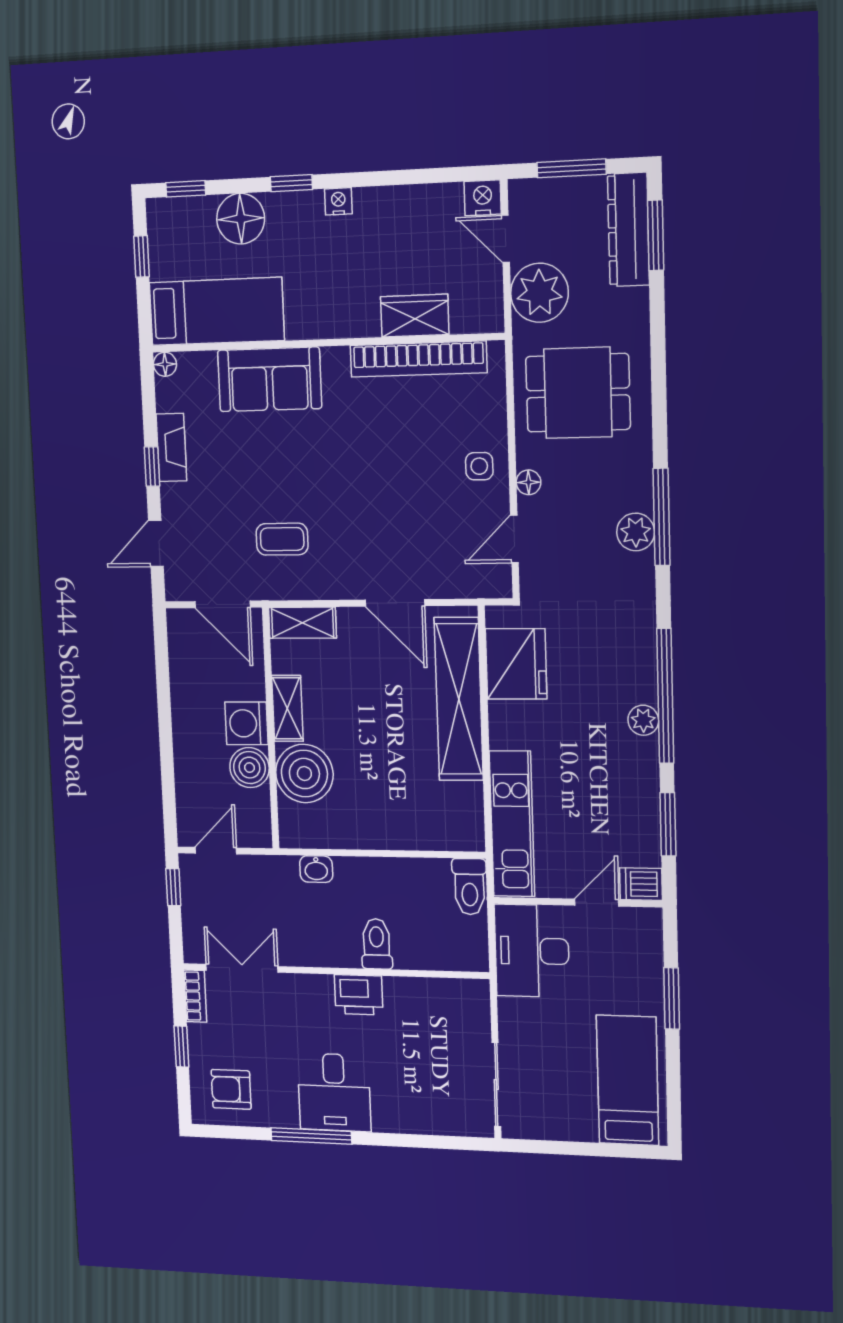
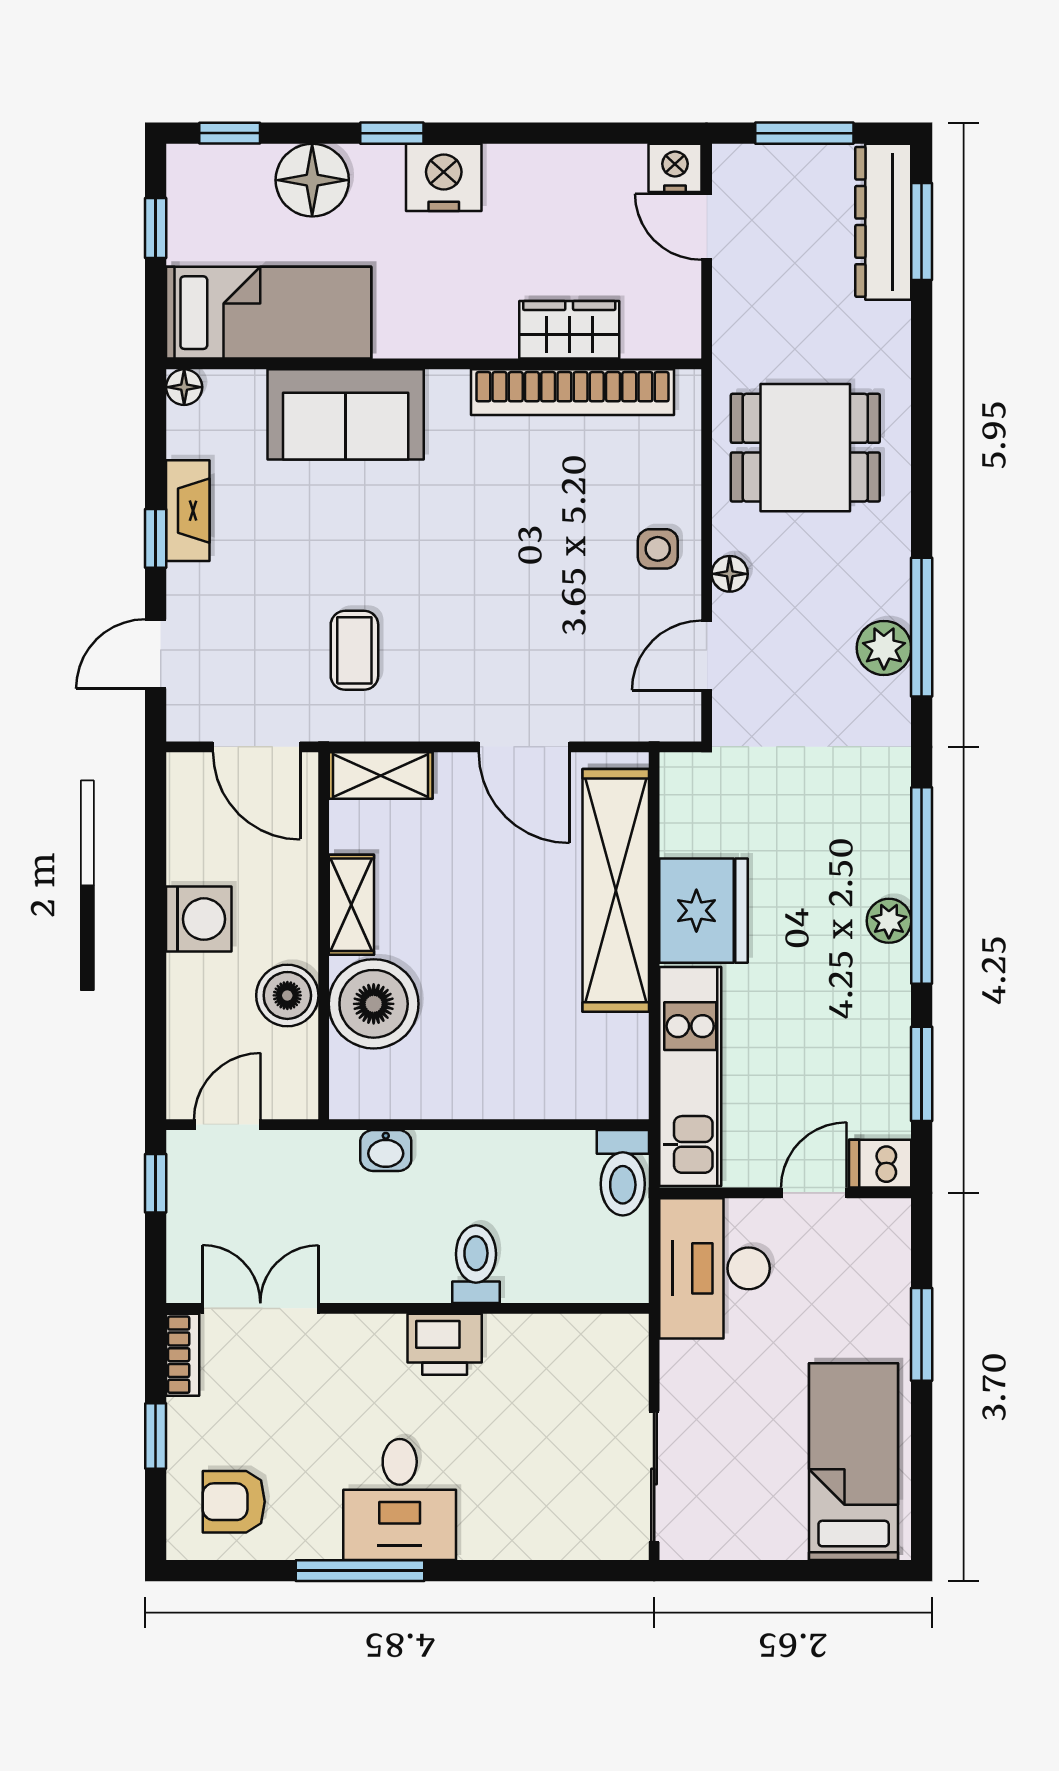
nightstand: (338, 201) -> (444, 177), width x1.89, depth x1.79
plant: (539, 293) -> (753, 304), removed
coffee table: (282, 539) -> (354, 650), turned 90
fridge: (516, 664) -> (703, 911), moved
washing machine: (246, 723) -> (199, 919), moved, turned 180

